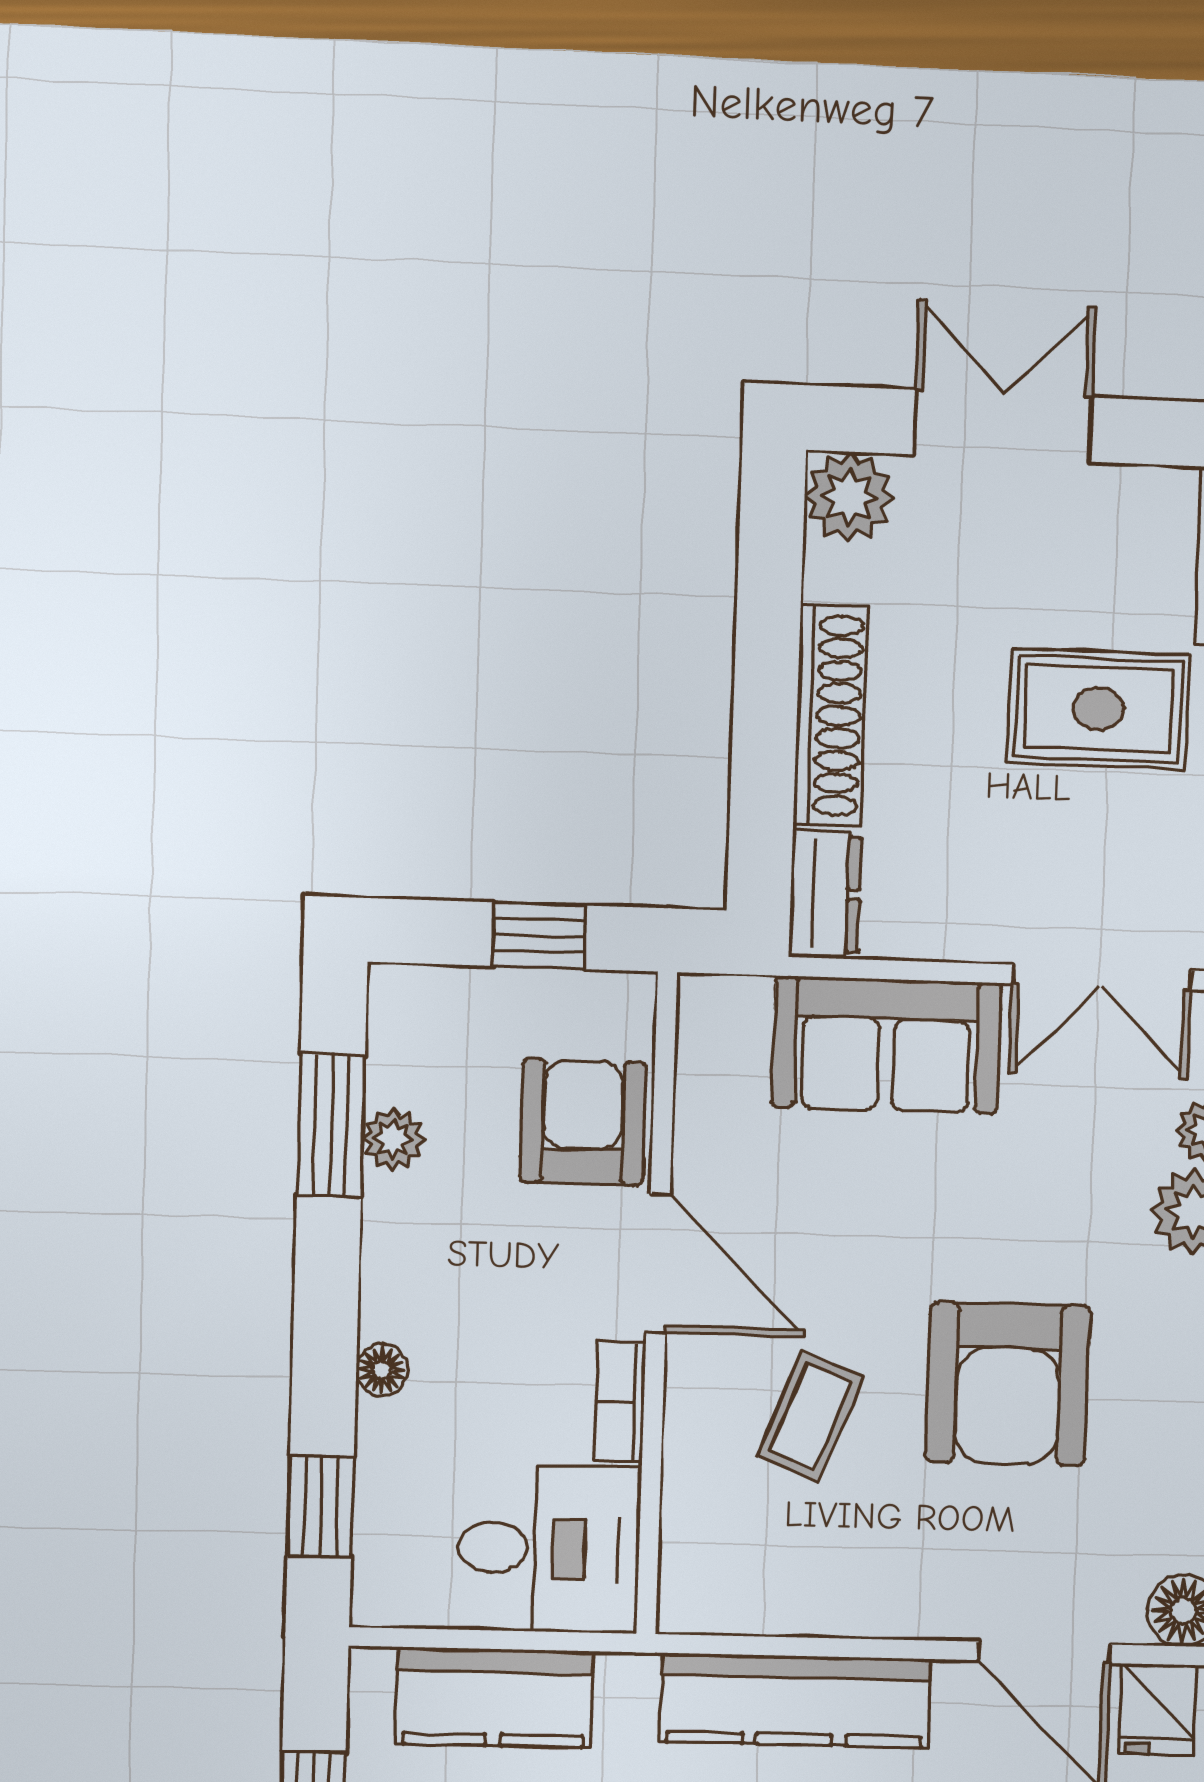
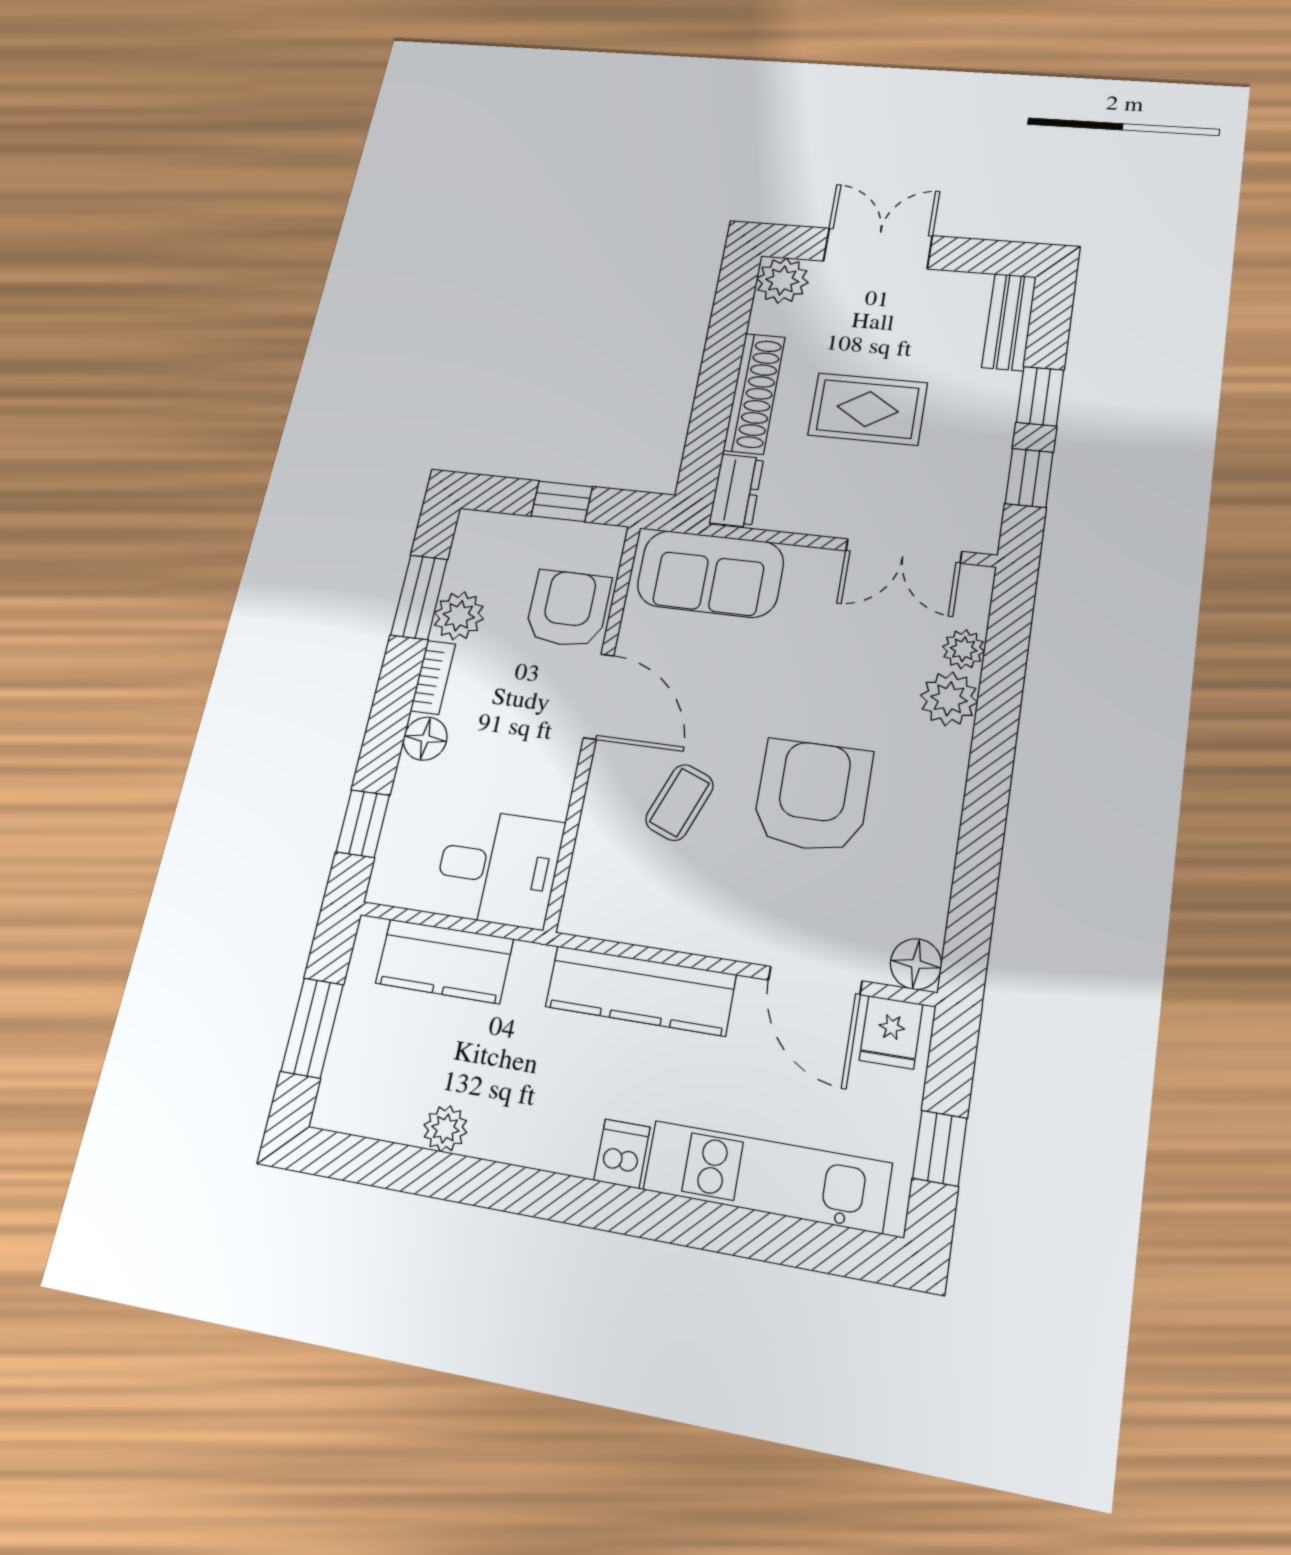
rug: (1099, 709) -> (868, 409), moved
sofa: (886, 1045) -> (710, 574), moved
plant: (393, 1139) -> (459, 616), width x1.38, depth x1.38
floor lamp: (382, 1370) -> (425, 739), width x1.37, depth x1.37
armchair: (1008, 1384) -> (812, 796), turned 180
bookcase: (620, 1402) -> (433, 677), moved, turned 180

